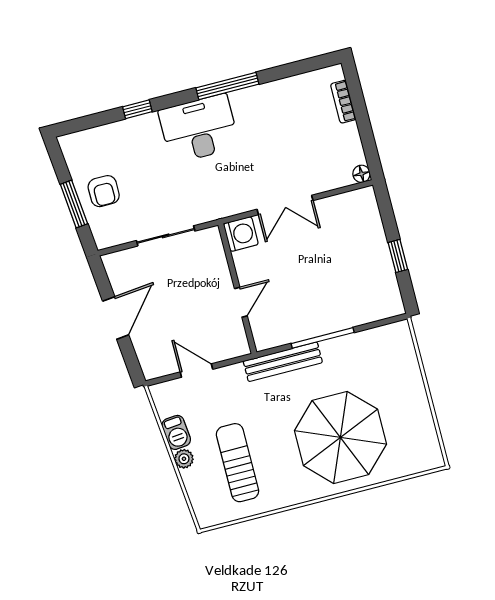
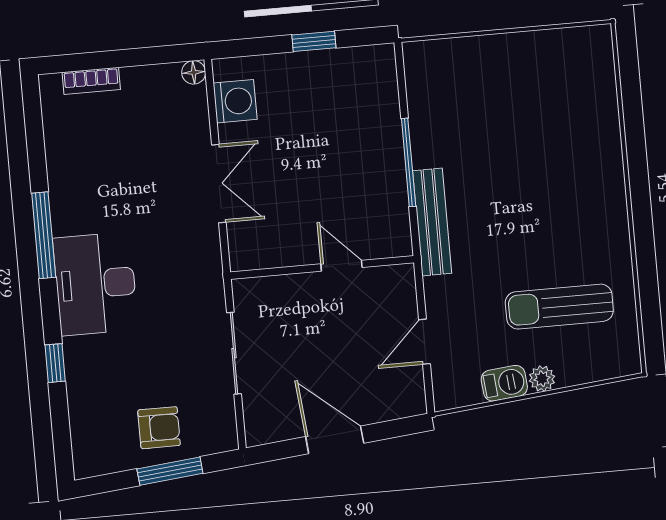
washing machine: (241, 234) -> (235, 101), moved, turned 90
parasol: (340, 437) -> (548, 161), removed

